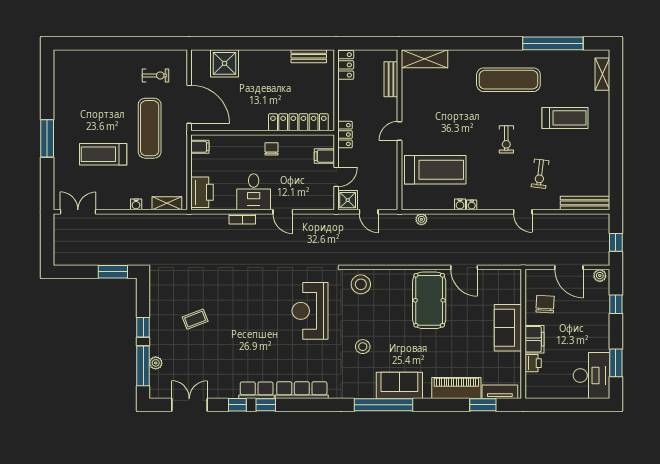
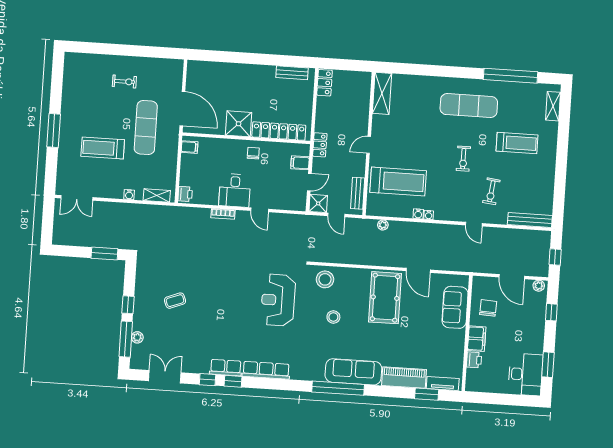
shelving: (425, 59) -> (382, 93), moved, turned 90
shower: (225, 63) -> (239, 124), moved
exercise bike: (156, 75) -> (124, 82), moved
bench: (391, 79) -> (358, 193), moved
printer: (202, 192) -> (185, 194), width x0.53, depth x0.68
double door: (78, 212) -> (77, 198), swing flipped
sofa: (508, 328) -> (455, 307), moved
stool: (363, 347) -> (333, 317), moved
sofa: (399, 385) -> (353, 372), width x1.36

